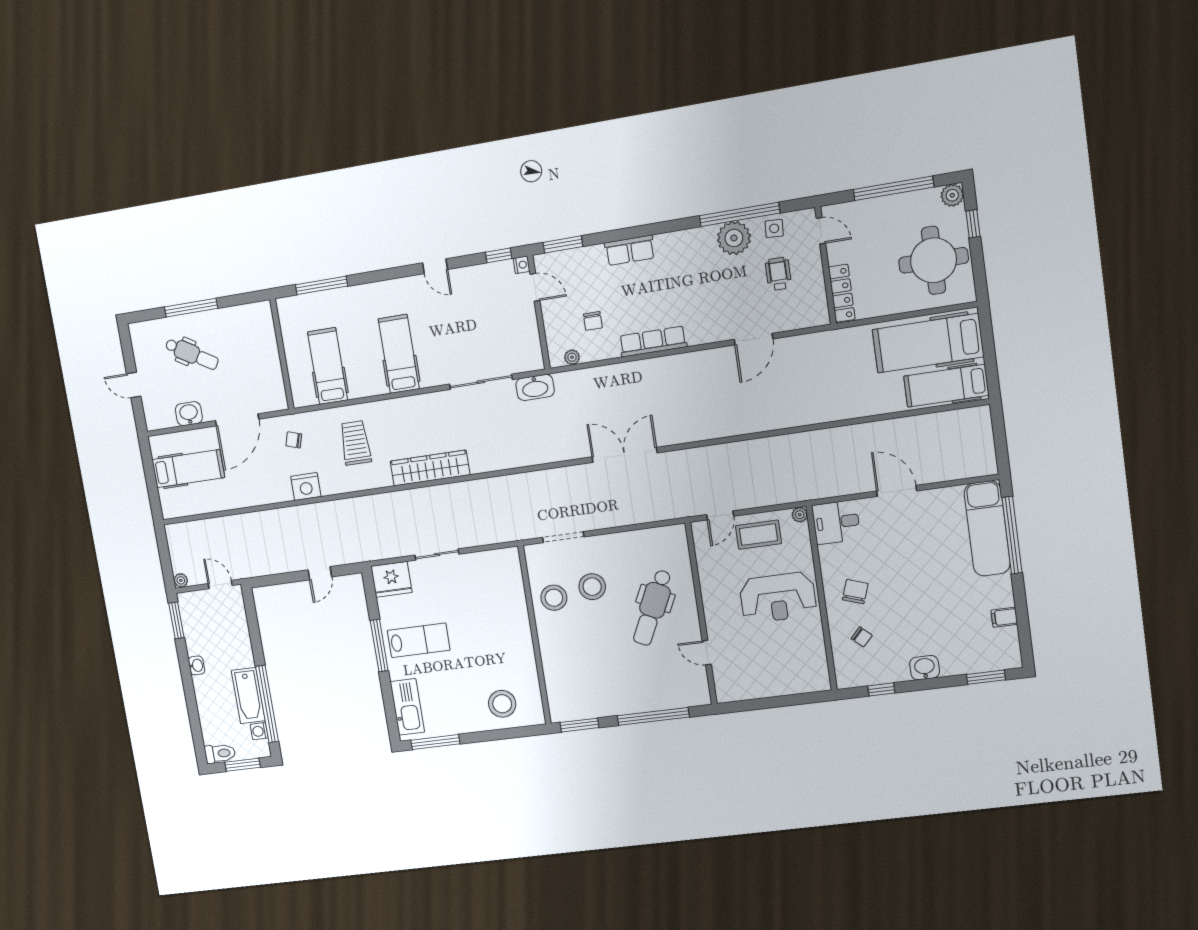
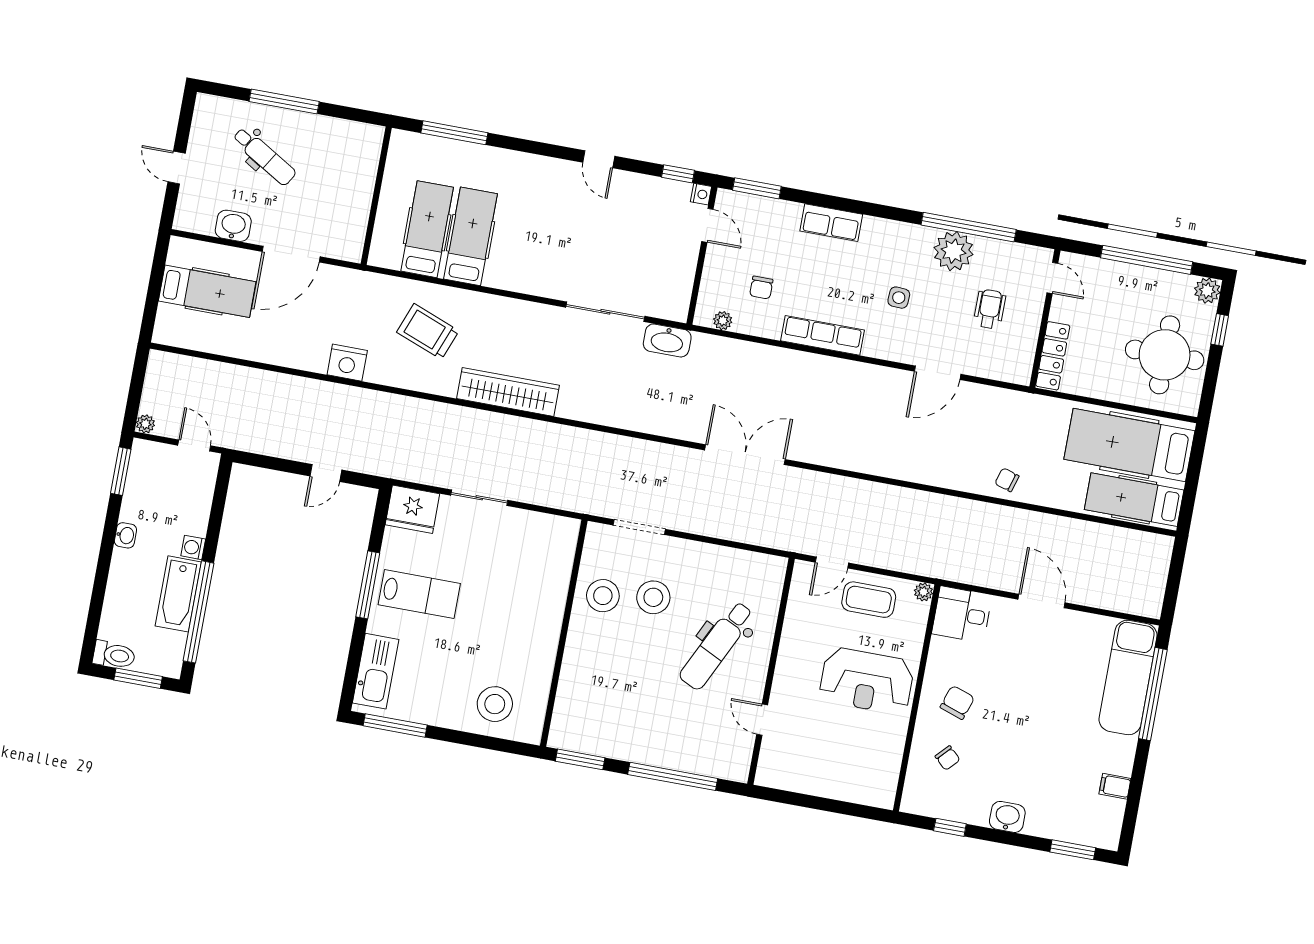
side table: (774, 228) -> (899, 298), moved
hospital bed: (399, 354) -> (470, 236), moved
chair: (294, 440) -> (1007, 480), moved
trolley: (355, 443) -> (428, 331), turned -69
washing machine: (259, 731) -> (193, 547), moved

